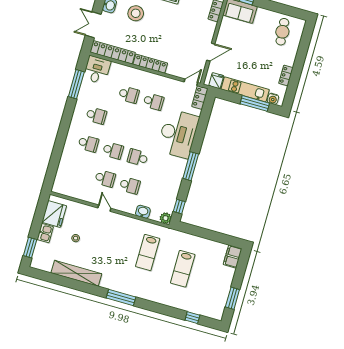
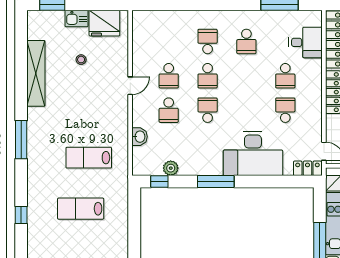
desk: (97, 70) -> (306, 42), moved
school desk: (154, 102) -> (285, 110), turned 180
school desk: (88, 144) -> (208, 41), turned 180
plant: (166, 218) -> (171, 168), moved
window: (192, 318) -> (21, 215), moved

